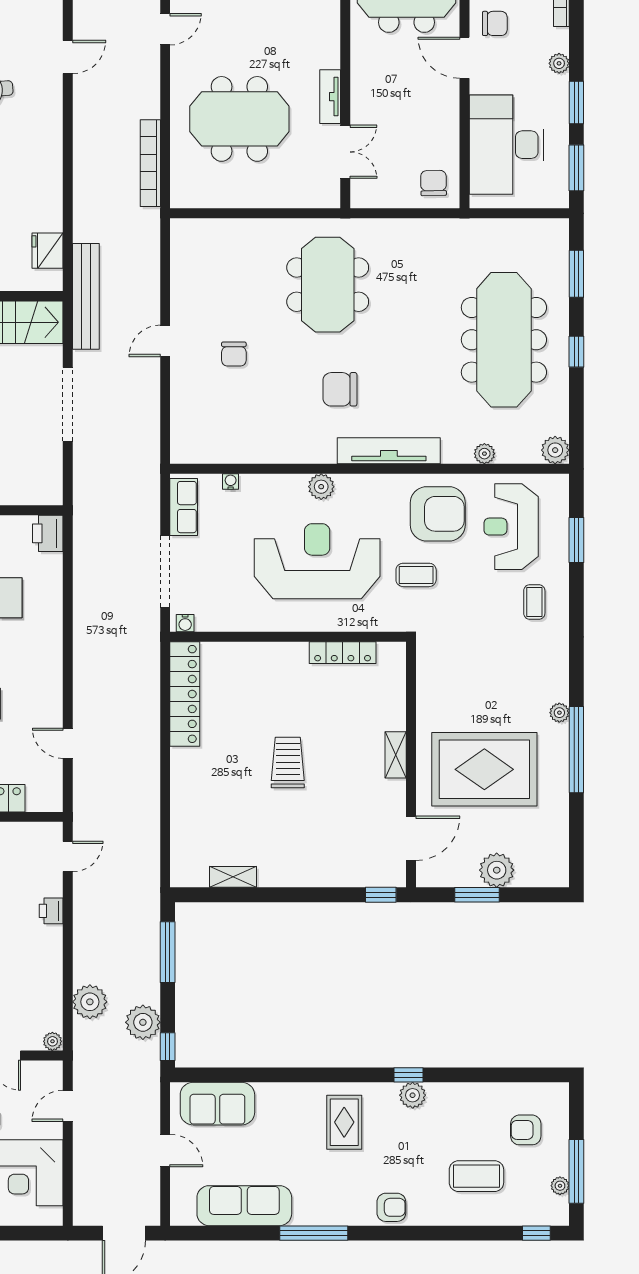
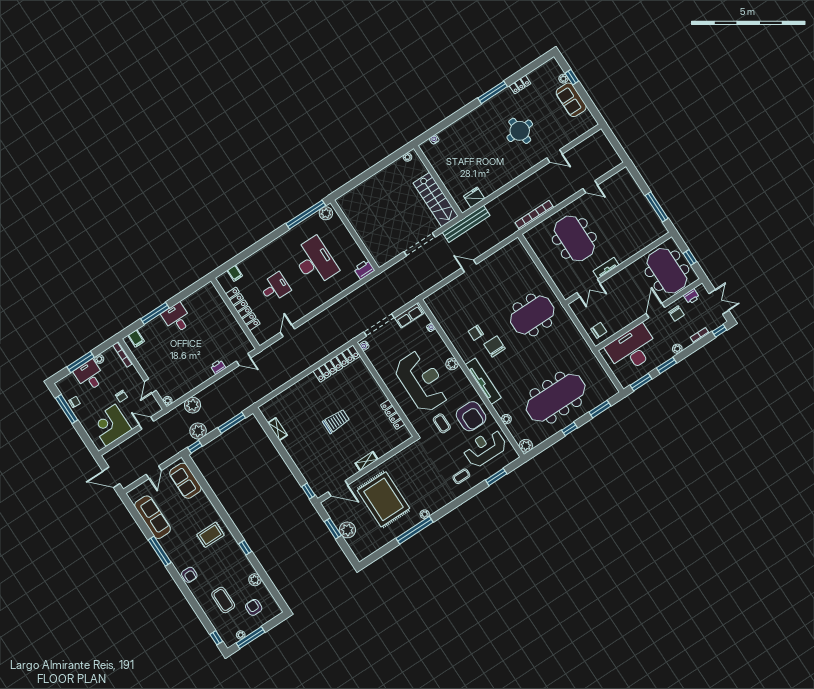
chair: (234, 354) -> (476, 333), moved
plant: (413, 1095) -> (255, 580), moved

